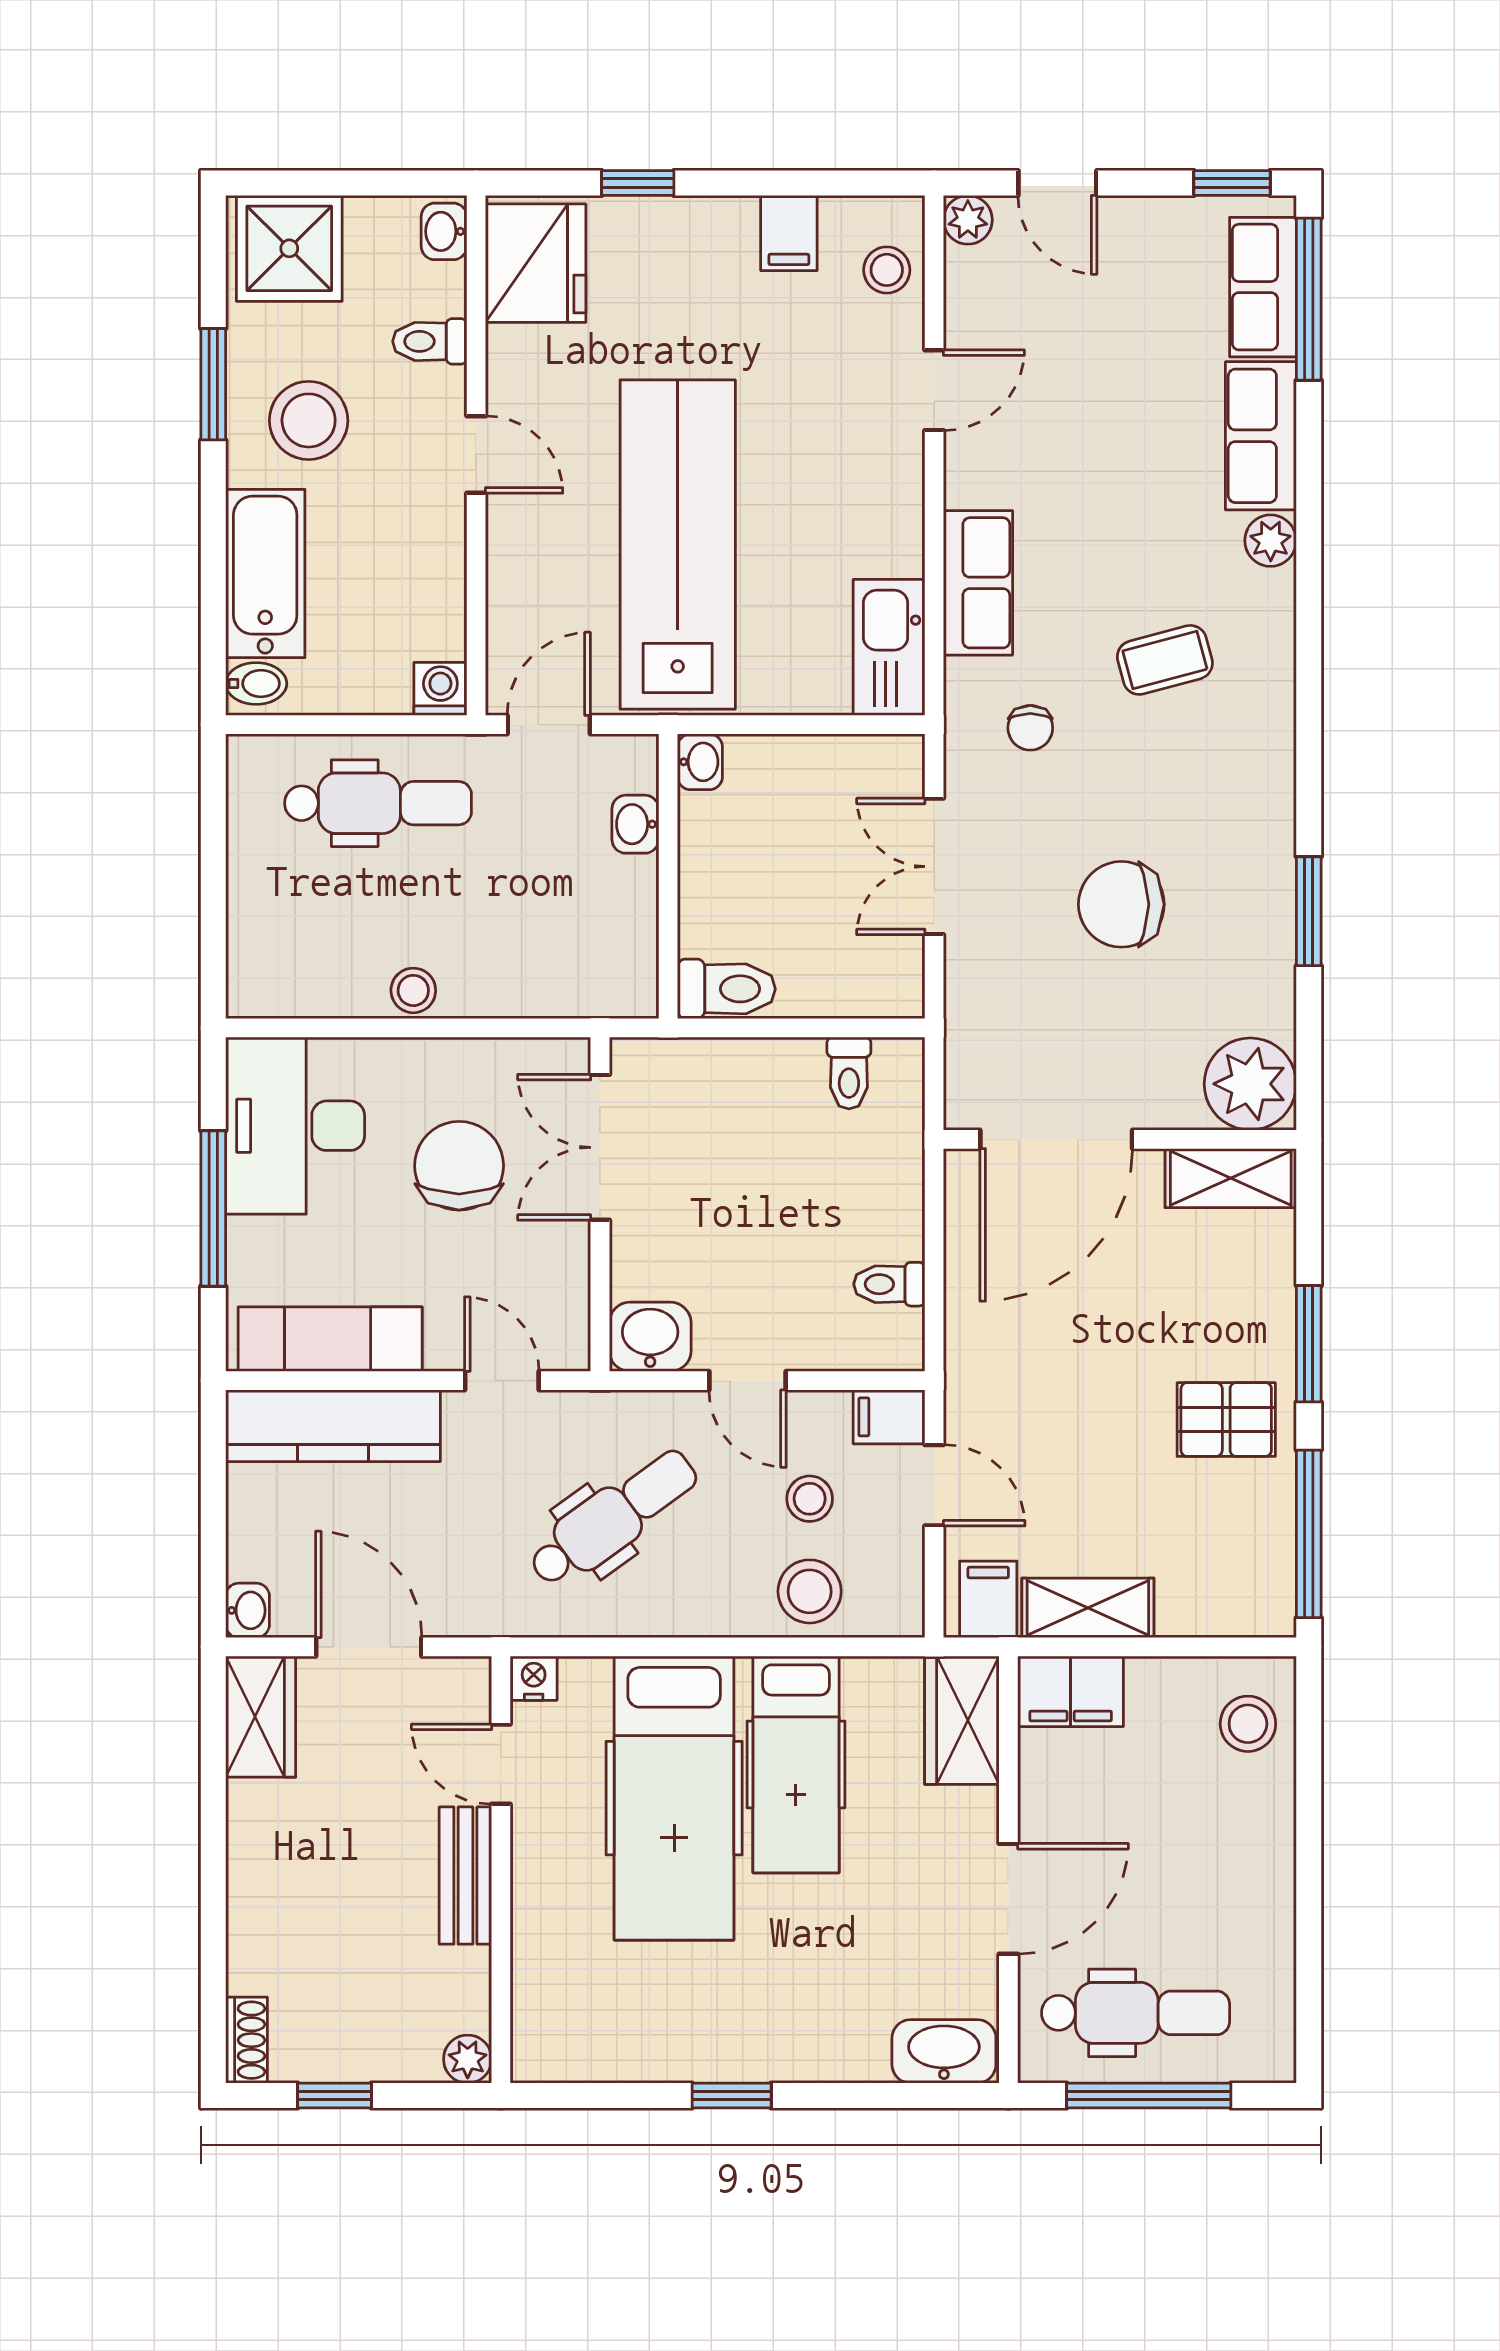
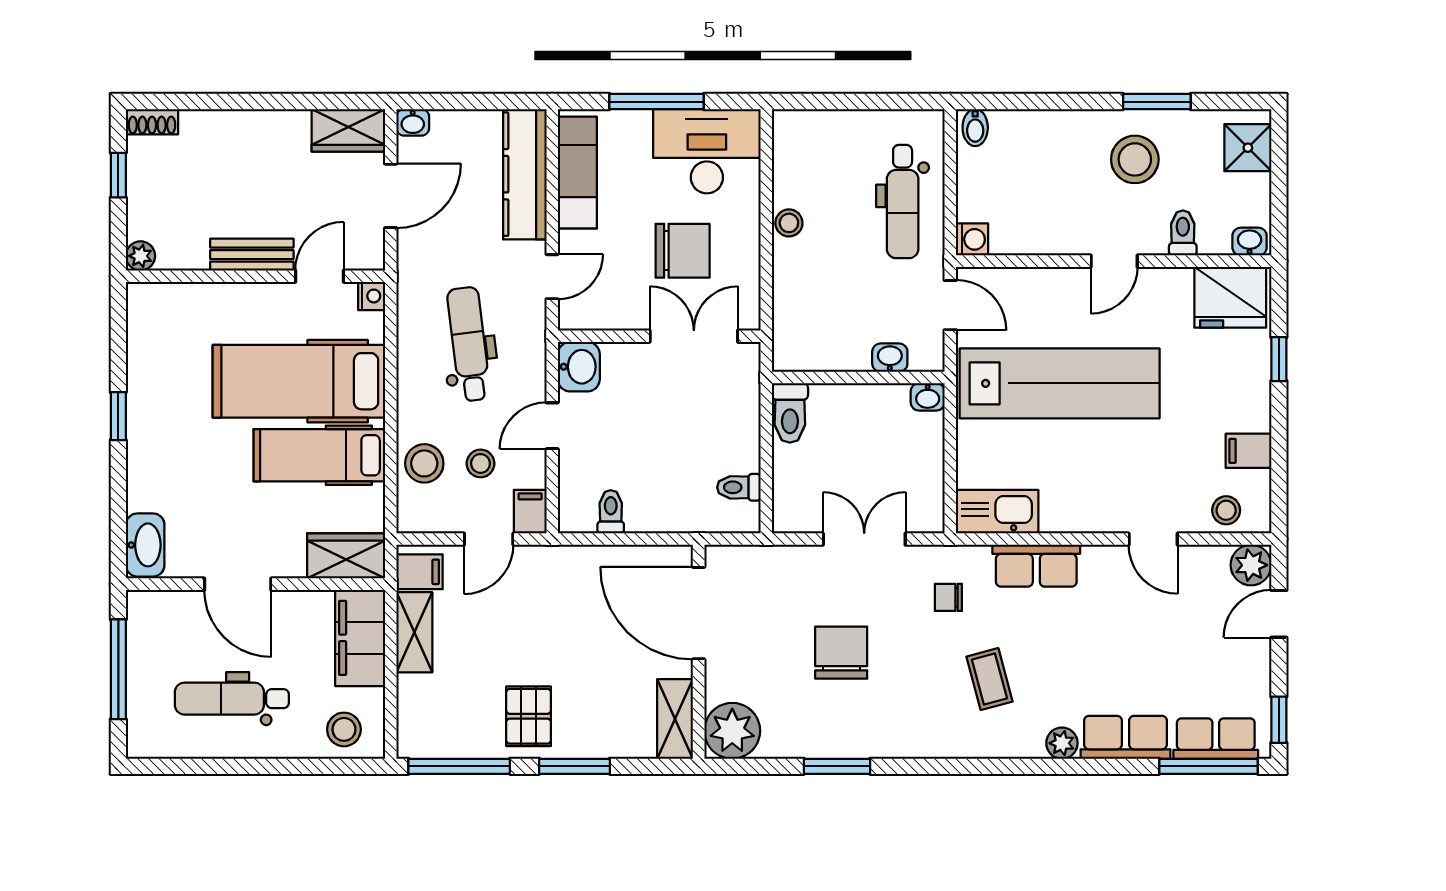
plant: (968, 220) -> (1251, 565), width x1.38, depth x1.38
shower: (289, 248) -> (1248, 148), width x0.73, depth x0.73
bathtub: (265, 574) -> (1042, 133), removed
dental chair: (613, 1518) -> (469, 344), turned -151
filing cabinet: (1071, 1691) -> (360, 638), width x1.50, depth x1.17
dental chair: (1136, 2013) -> (232, 699), moved, turned 90

